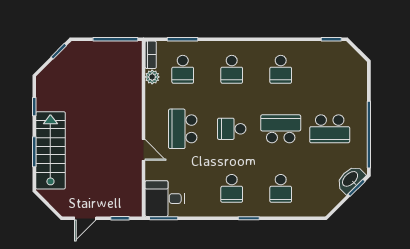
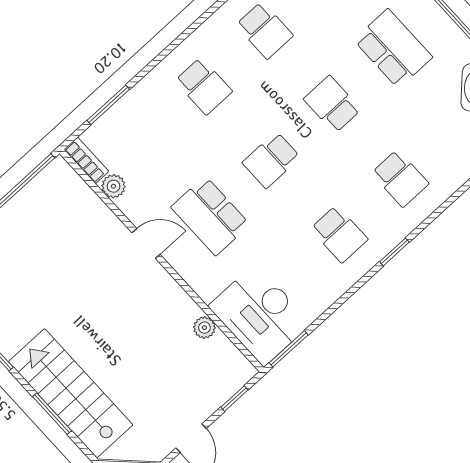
school desk: (183, 69) -> (143, 142), removed
school desk: (281, 129) -> (332, 104), width x0.54
school desk: (330, 129) -> (393, 49), turned -90
door: (144, 150) -> (146, 243), moved
plant: (135, 175) -> (204, 328), added
desk: (165, 199) -> (260, 315), width x1.37

